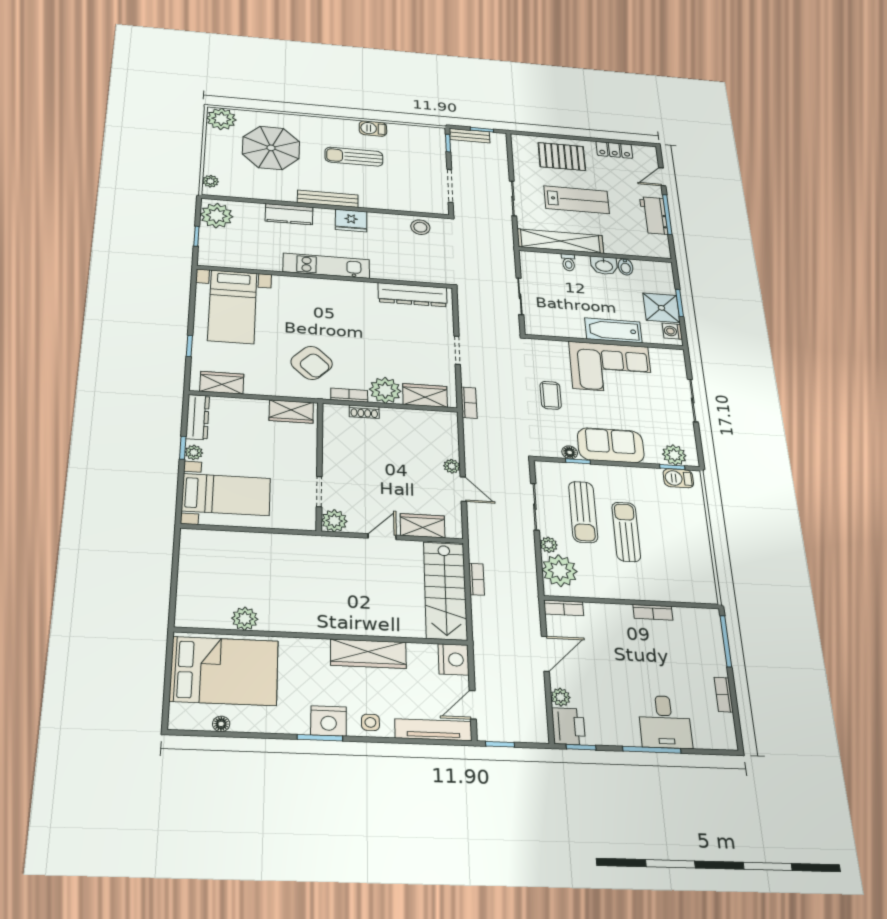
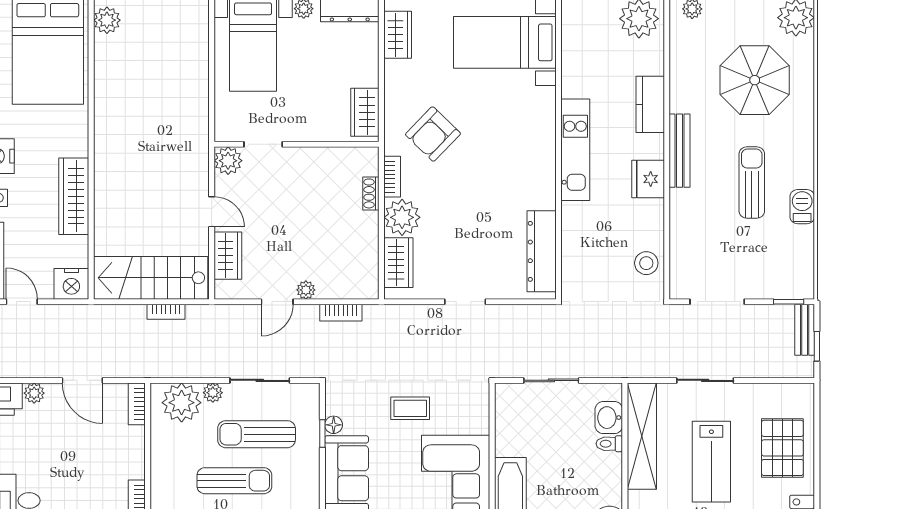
washbasin: (604, 265) -> (609, 418), moved
bookcase: (469, 403) -> (341, 313), moved
plant: (245, 619) -> (107, 20), moved

